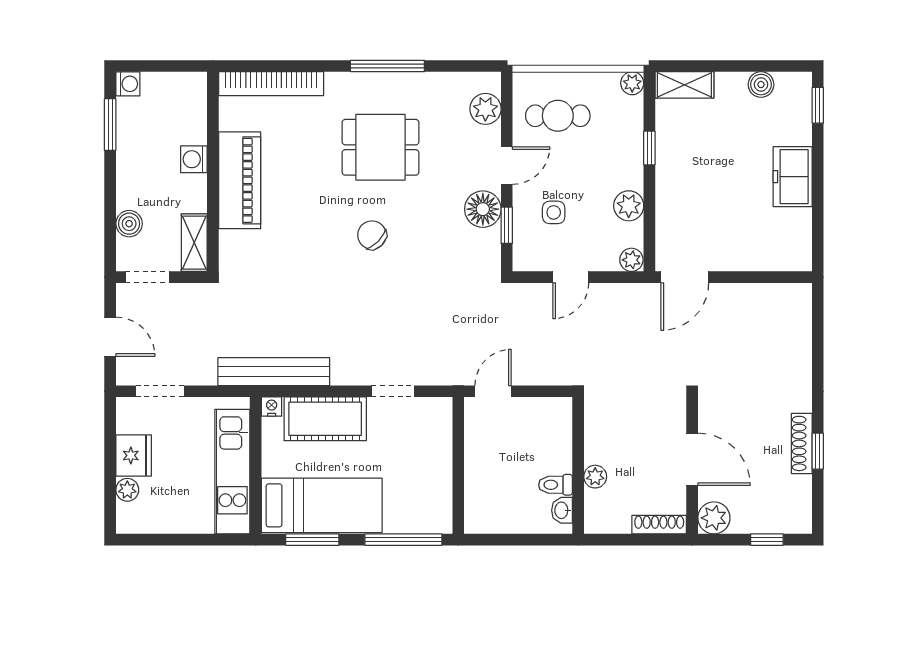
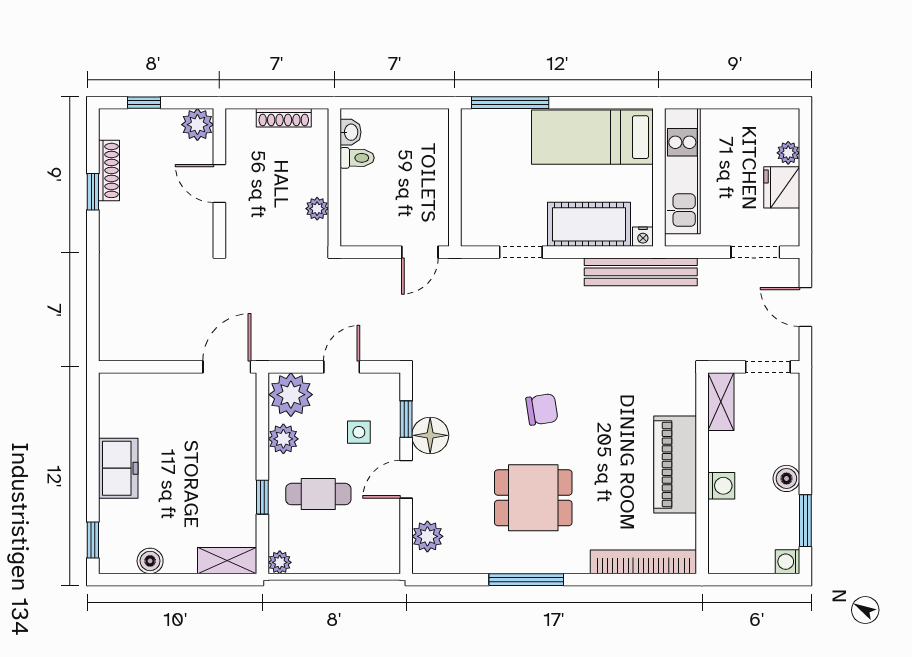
cafe table: (558, 116) -> (318, 494), moved
boiler: (129, 224) -> (786, 478), moved
chair: (372, 235) -> (542, 409), turned -54
plant: (631, 260) -> (291, 395), width x1.88, depth x1.88
shoe rack: (802, 443) -> (109, 170), moved
door: (692, 459) -> (219, 184), width x0.73
plant: (595, 477) -> (317, 209), moved
shoe rack: (659, 525) -> (284, 118), moved
window: (312, 540) -> (602, 103), removed

